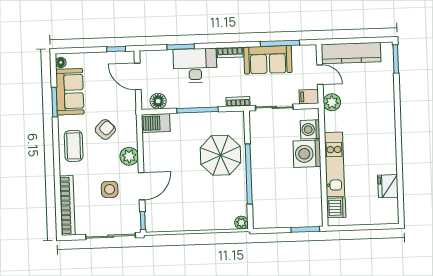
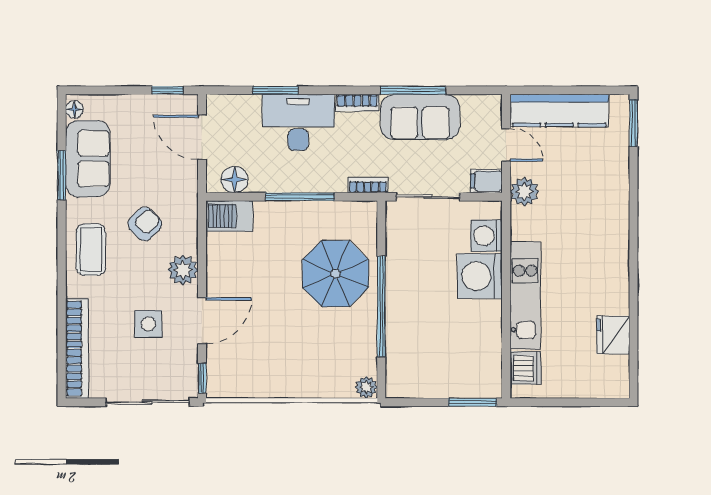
window: (280, 43) -> (413, 90), moved

